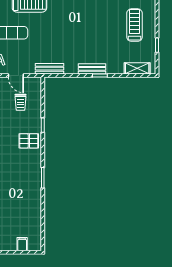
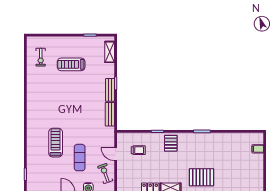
treadmill: (135, 25) -> (71, 64), moved
bench: (50, 69) -> (110, 114), moved
door: (16, 76) -> (116, 154), swing flipped

